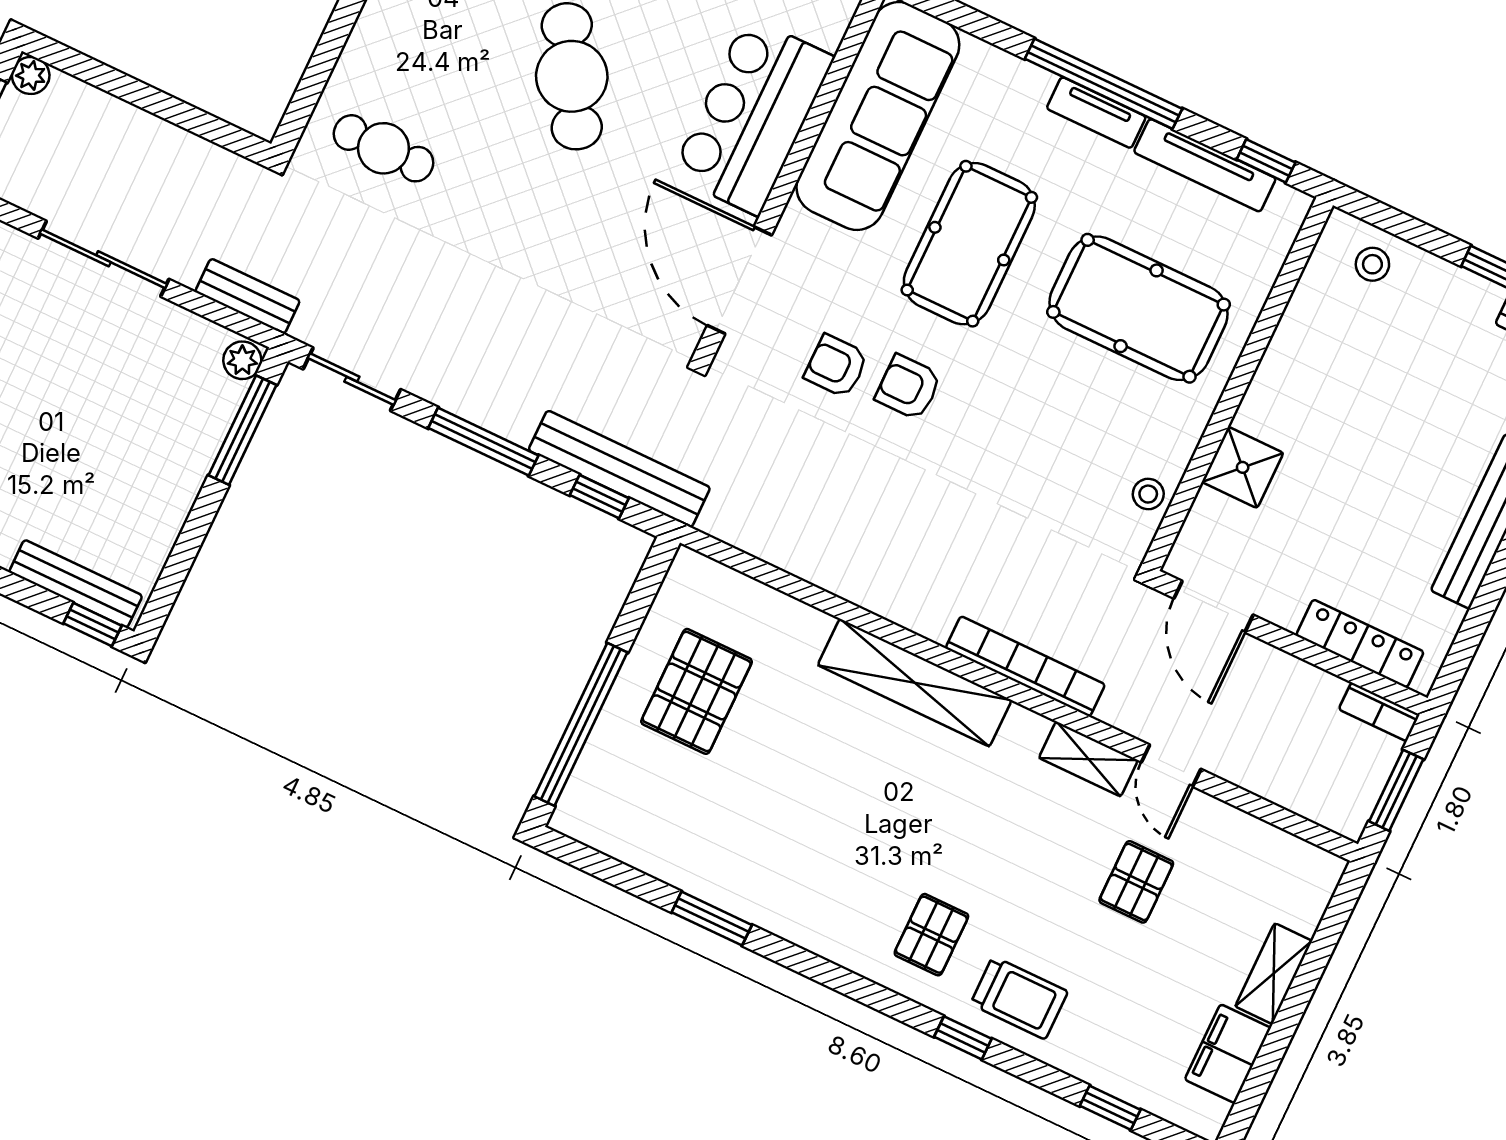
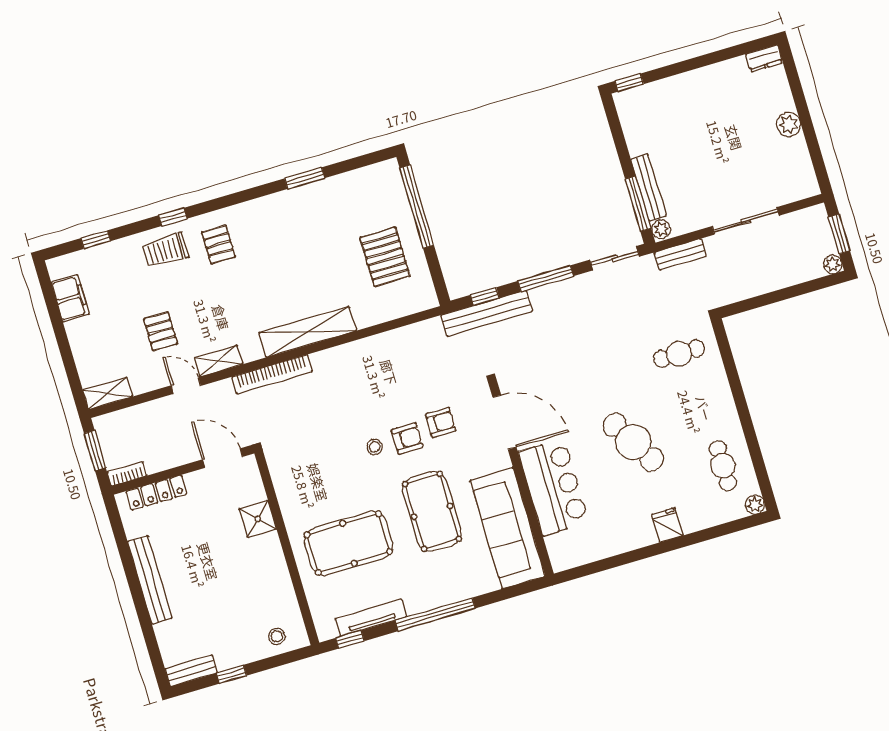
tv unit: (1096, 113) -> (428, 601), removed
stool: (1148, 494) -> (375, 447), moved
bench: (76, 584) -> (649, 188), moved, turned 90
shelving: (1274, 974) -> (108, 393), moved, turned 90

